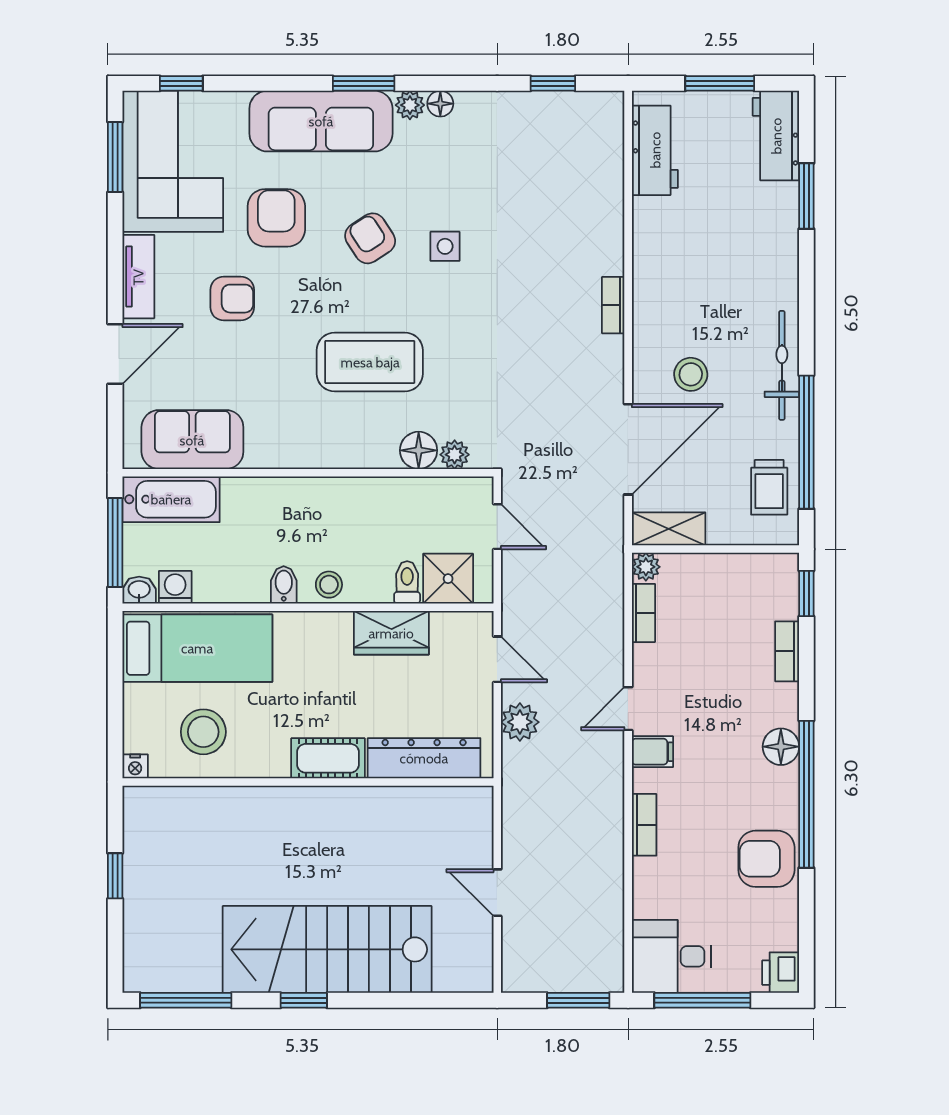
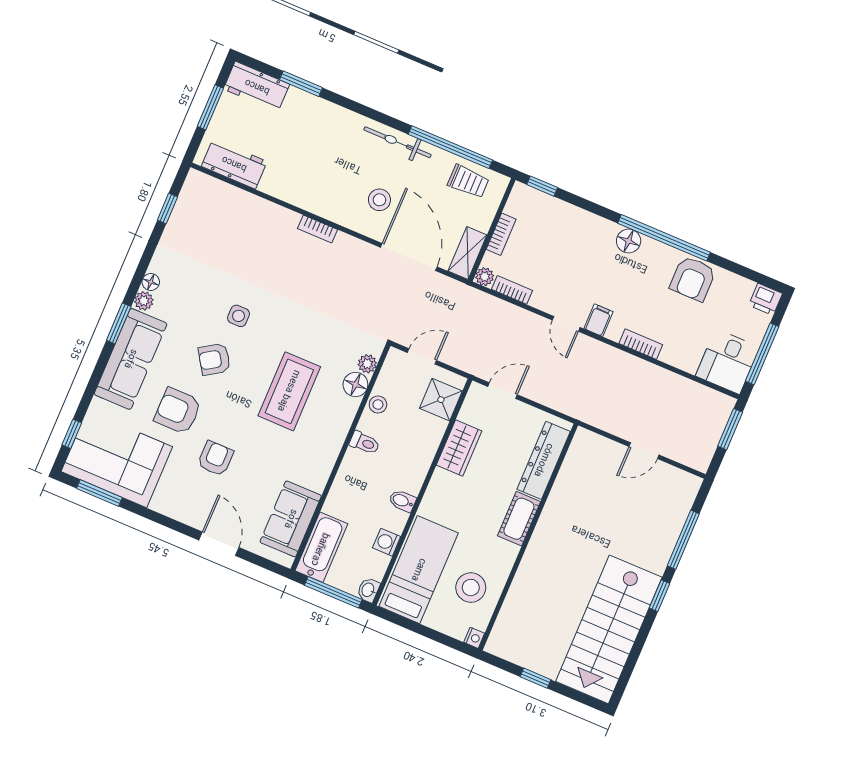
tv unit: (138, 277) -> (178, 510), removed
toilet: (407, 582) -> (365, 443), moved, turned 180
stool: (329, 585) -> (378, 405), moved
washing machine: (175, 587) -> (387, 542), moved
bookcase: (787, 651) -> (501, 234), moved, turned -90
plant: (520, 722) -> (546, 393), removed
stairs: (327, 949) -> (609, 629), moved
window: (186, 1000) -> (683, 540), moved

